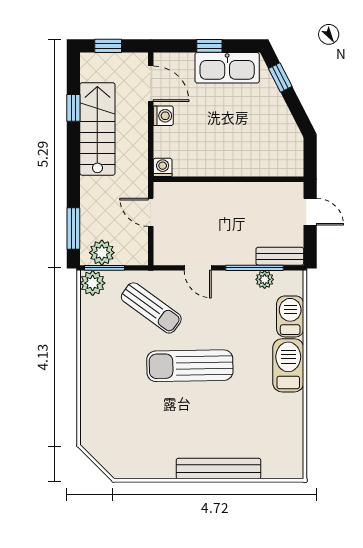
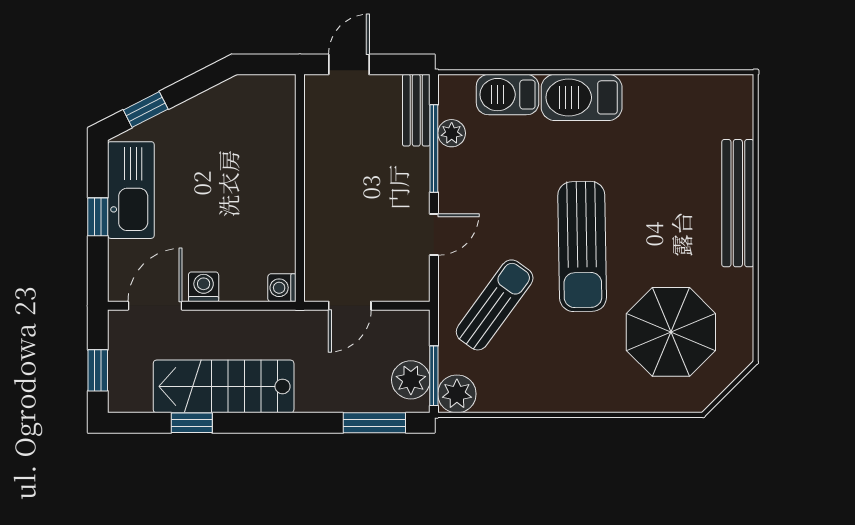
parasol: (133, 424) -> (671, 332), added

